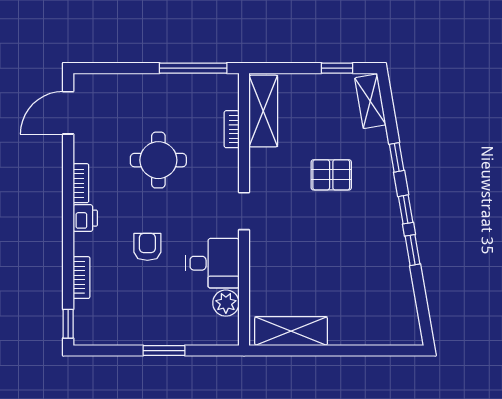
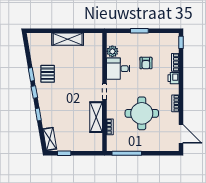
shelving: (263, 111) -> (96, 117), moved
door: (68, 113) -> (181, 134), hinge flipped
round table: (158, 160) -> (142, 113), width x1.36, depth x1.36
pallet: (331, 175) -> (48, 74), moved, turned 90
printer: (85, 218) -> (174, 78), moved
armchair: (147, 247) -> (146, 63), moved
shelving: (291, 331) -> (68, 39), moved

